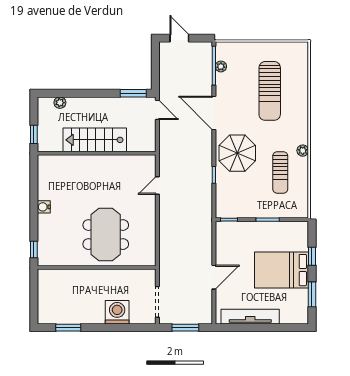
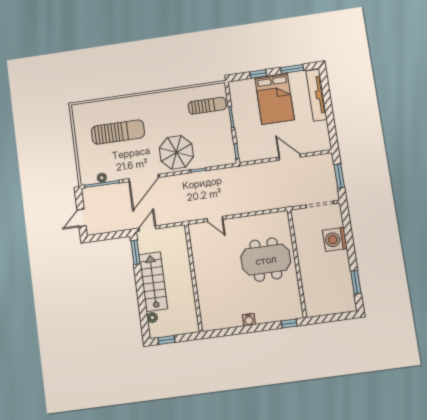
window: (34, 134) -> (166, 340), moved
stairs: (95, 140) -> (153, 282), moved, turned 180
plant: (303, 151) -> (166, 96), removed
sun lounger: (280, 172) -> (207, 106), moved
tv unit: (250, 317) -> (316, 95), moved

